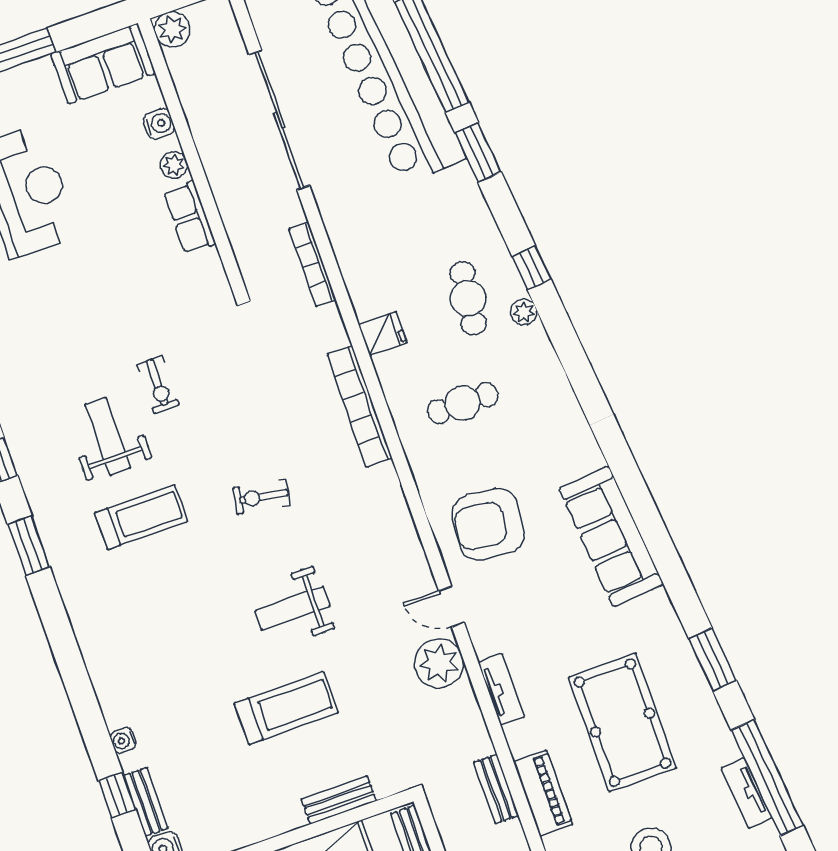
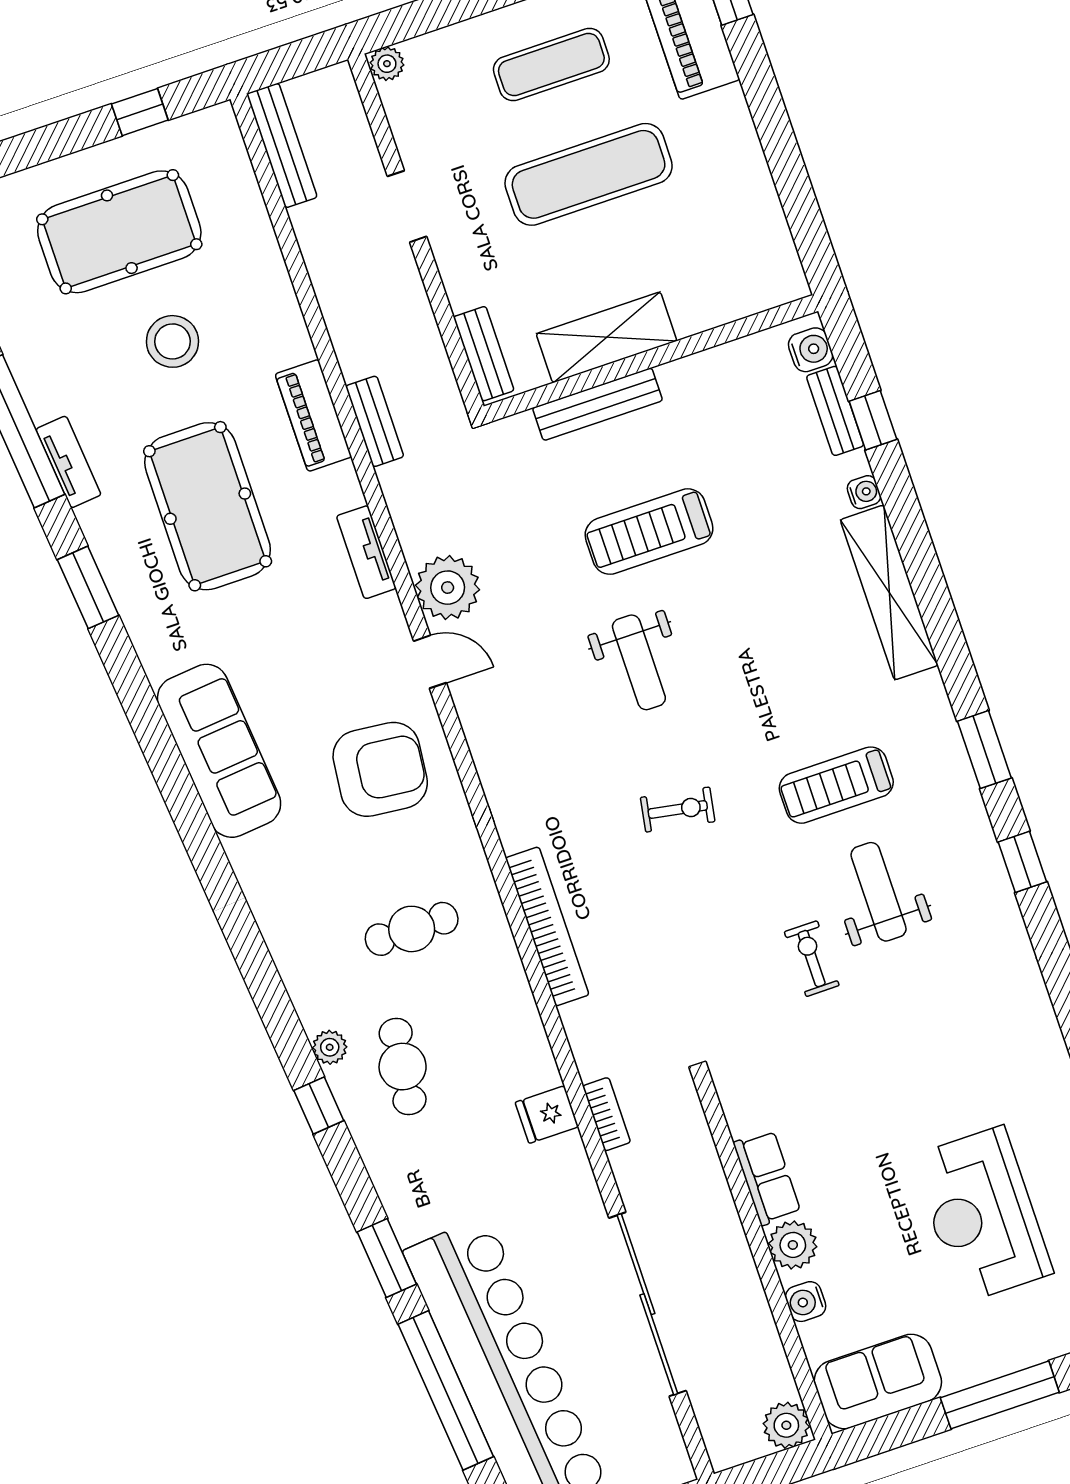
plant: (174, 165) -> (793, 1245), width x1.38, depth x1.38
bookcase: (312, 264) -> (606, 1114), width x0.64
fridge: (383, 334) -> (547, 1115), moved
weight bench: (108, 436) -> (879, 892), turned 180
weight bench: (293, 608) -> (639, 662), turned 90
shelving: (103, 664) -> (889, 592), added
tv unit: (746, 793) -> (68, 462), moved
bench: (339, 800) -> (598, 404), width x1.36

